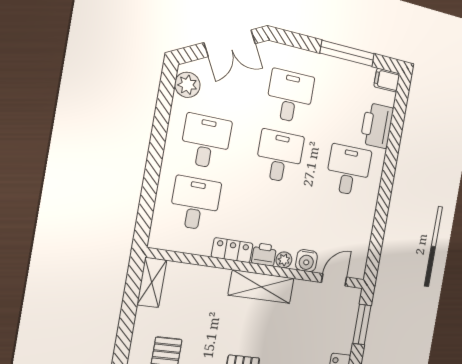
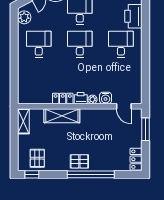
desk: (195, 203) -> (39, 77), removed
door: (334, 280) -> (124, 106), swing flipped
shelving: (261, 287) -> (62, 116), moved

